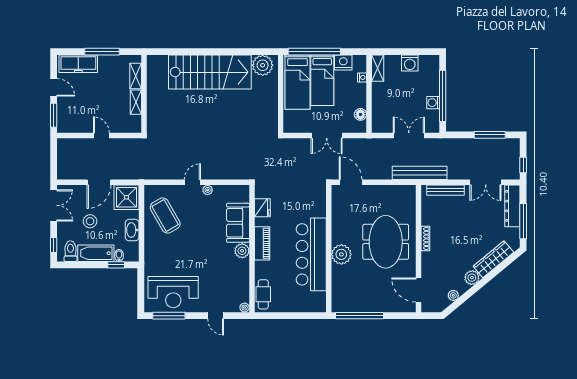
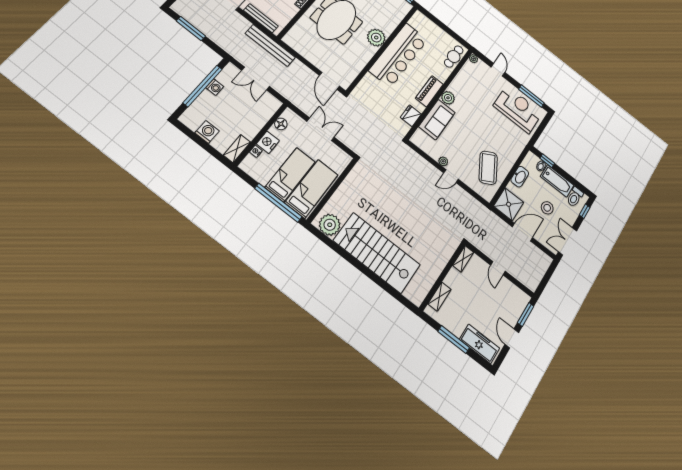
nightstand: (343, 63) -> (268, 142), moved, turned 90
shelving: (136, 102) -> (463, 259), moved

